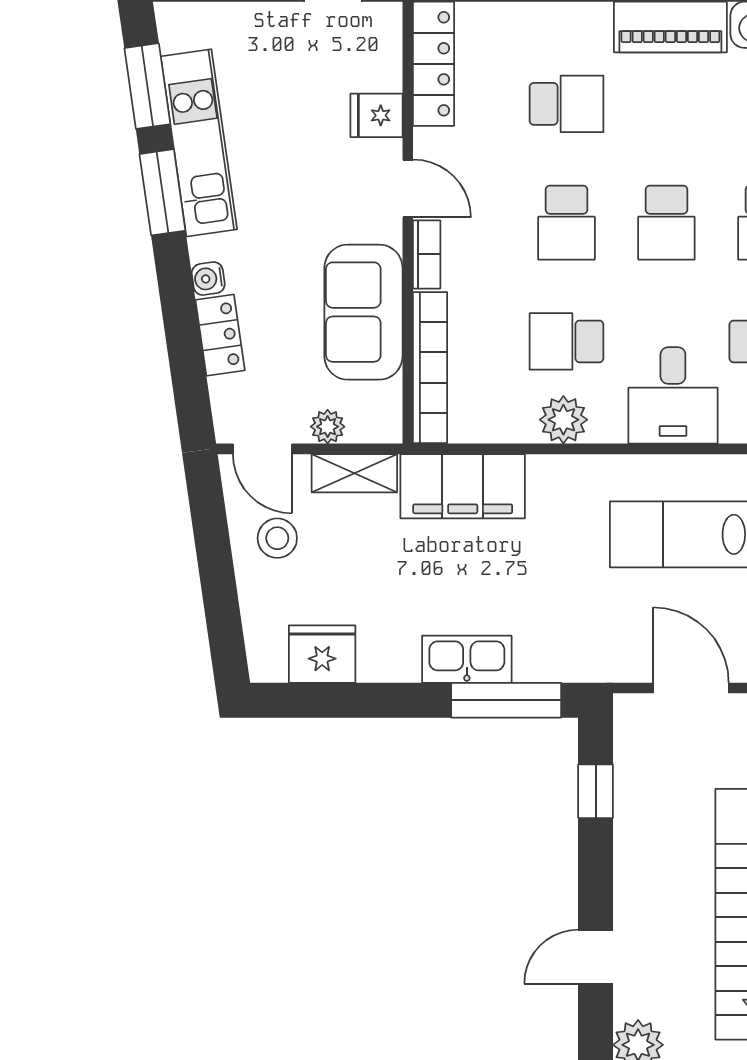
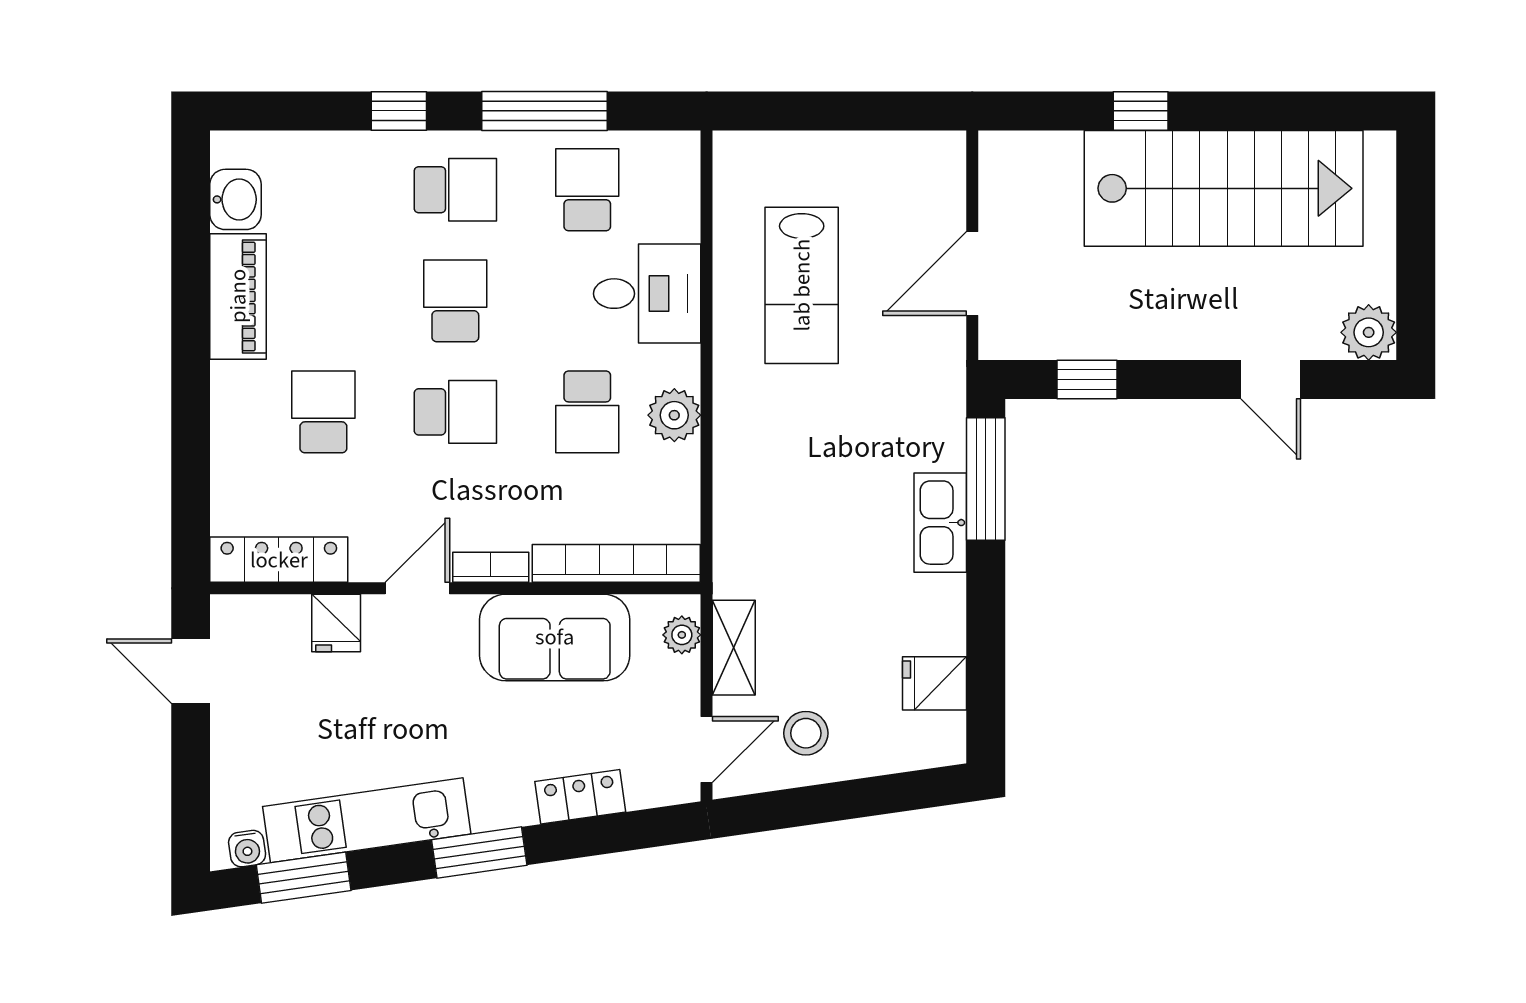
window: (162, 192) -> (479, 852), moved
school desk: (666, 223) -> (455, 301), turned -90
water cooler: (208, 279) -> (247, 849), moved
plant: (328, 427) -> (682, 635), moved
filing cabinet: (463, 486) -> (748, 527), removed
fridge: (322, 654) -> (935, 683), width x0.72

